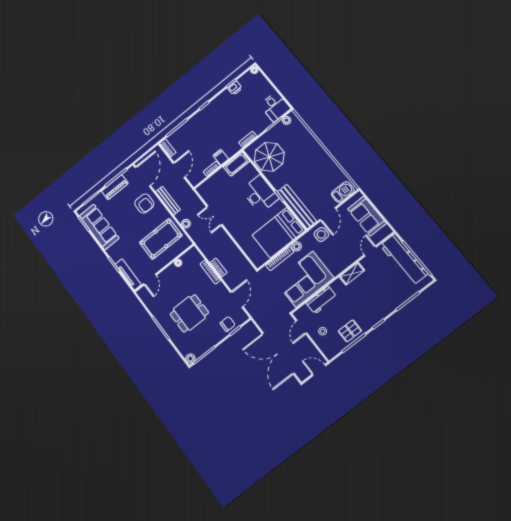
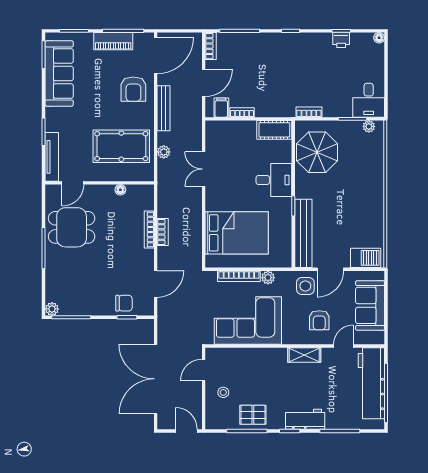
filing cabinet: (221, 157) -> (221, 108), moved
desk: (260, 194) -> (274, 180), width x0.73
bed: (279, 233) -> (237, 233), moved, turned 180
armchair: (345, 247) -> (319, 320), added
workbench: (321, 300) -> (305, 419), moved, turned 180
dining table: (189, 313) -> (72, 227), moved

